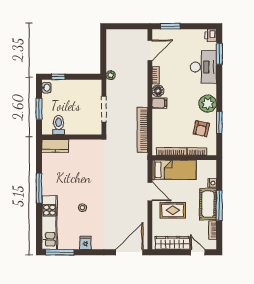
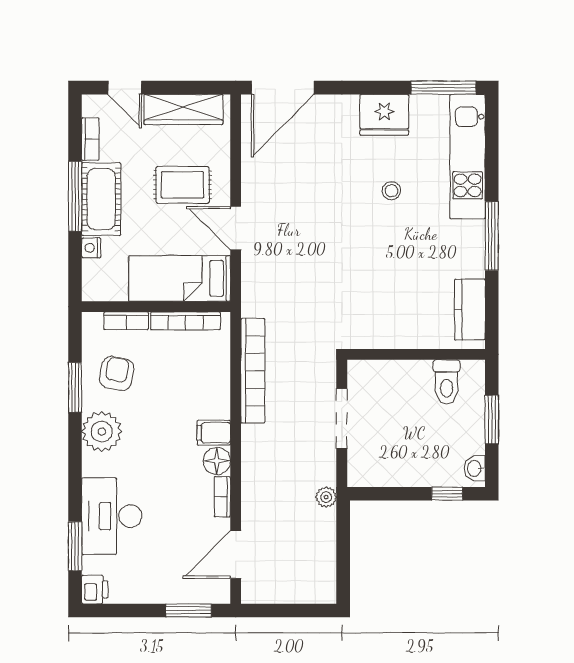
kitchen counter: (55, 146) -> (470, 310), moved, turned -90
fridge: (86, 243) -> (384, 115), width x1.88, depth x1.34

